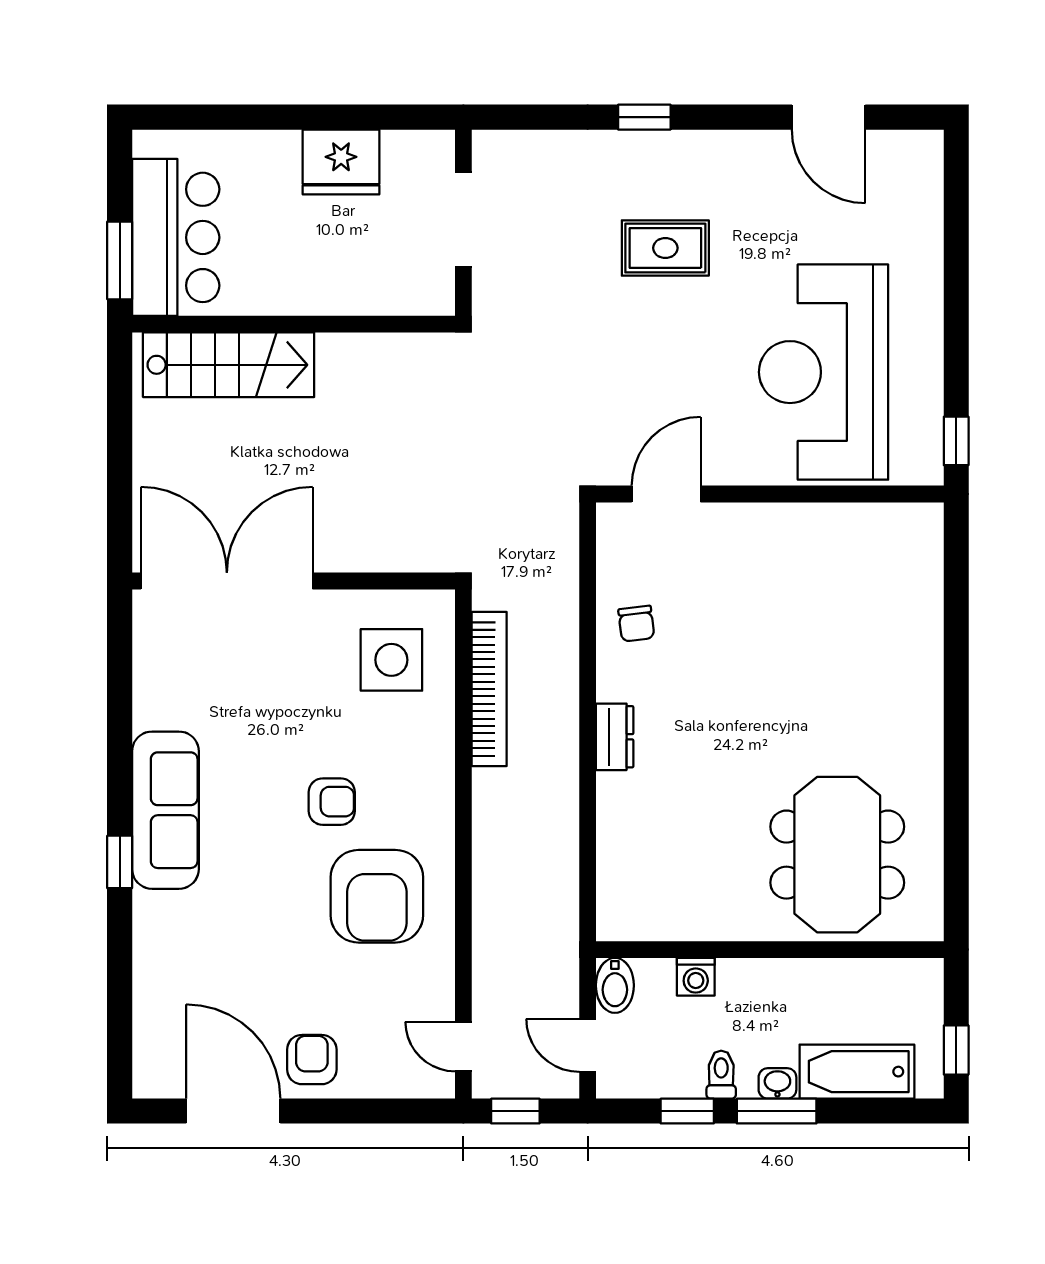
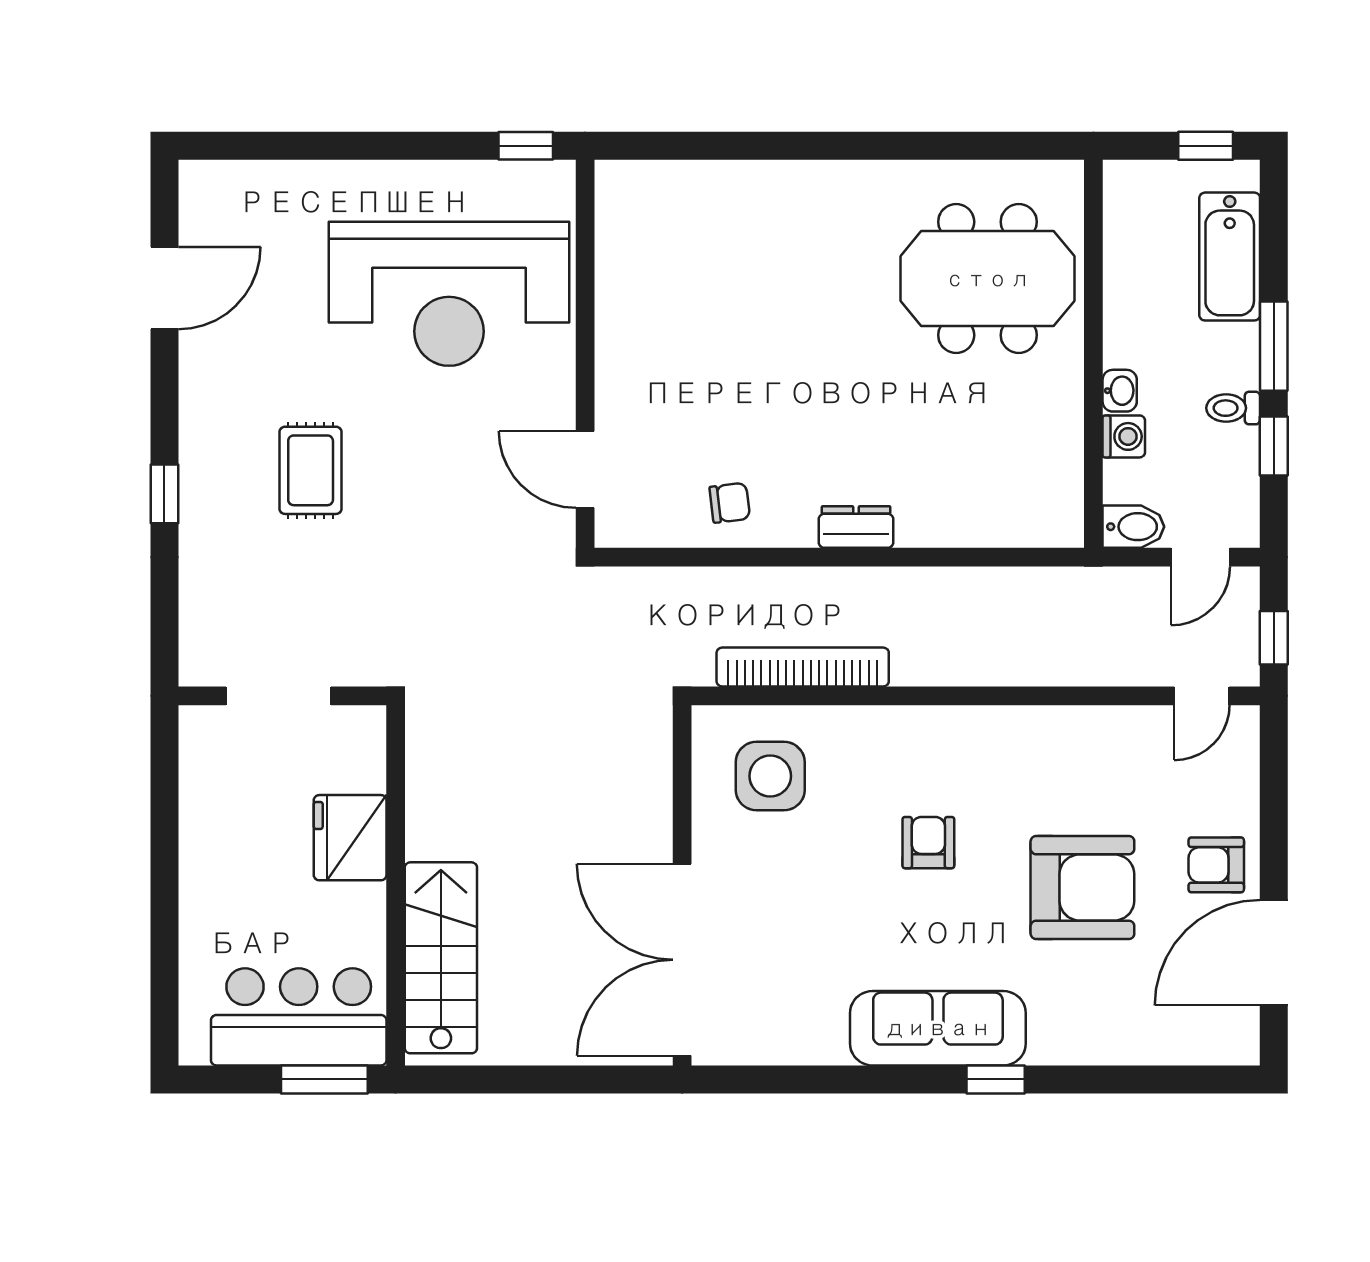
fridge: (341, 162) -> (350, 838), moved, turned 180
armchair: (377, 896) -> (1082, 887), moved
washbasin: (777, 1083) -> (1120, 391), moved, turned 180

